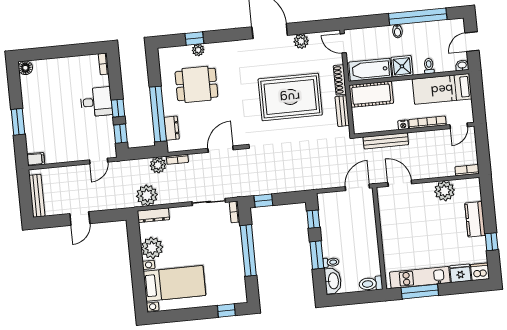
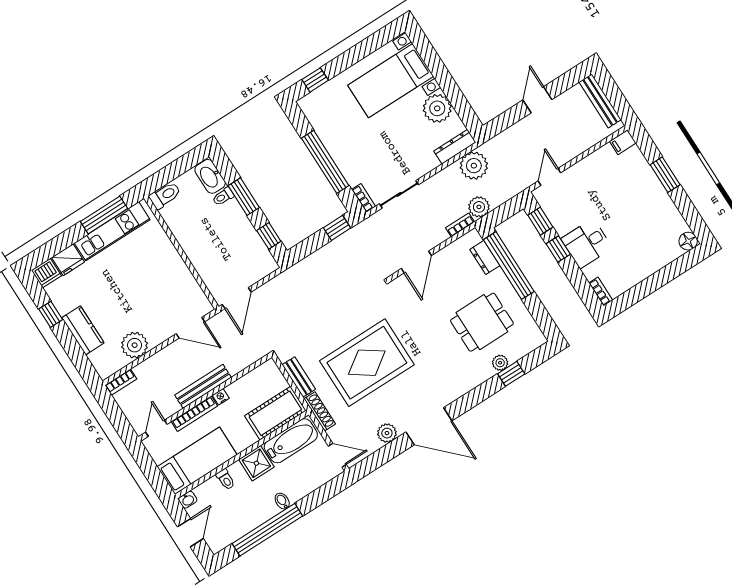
bench: (386, 141) -> (203, 386), moved

